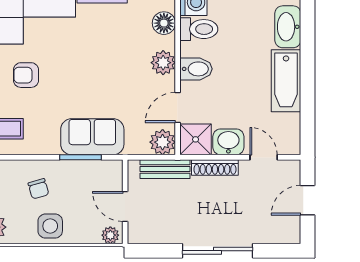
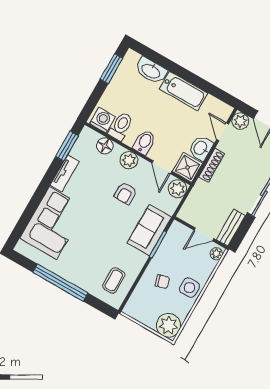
armchair: (26, 75) -> (126, 193), moved
door: (264, 157) -> (223, 132), hinge flipped
bench: (165, 169) -> (231, 228), moved
plant: (289, 171) -> (240, 121), added

